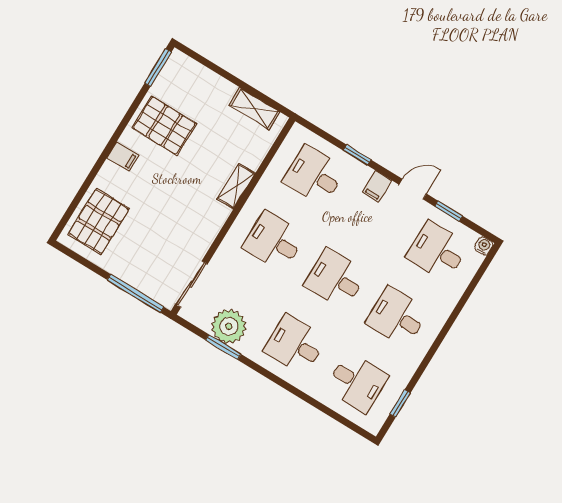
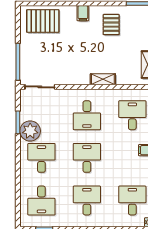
pallet: (164, 126) -> (111, 25), width x0.67, depth x0.71
desk: (274, 241) -> (87, 115), turned 180
plant: (229, 326) -> (30, 131), moved

